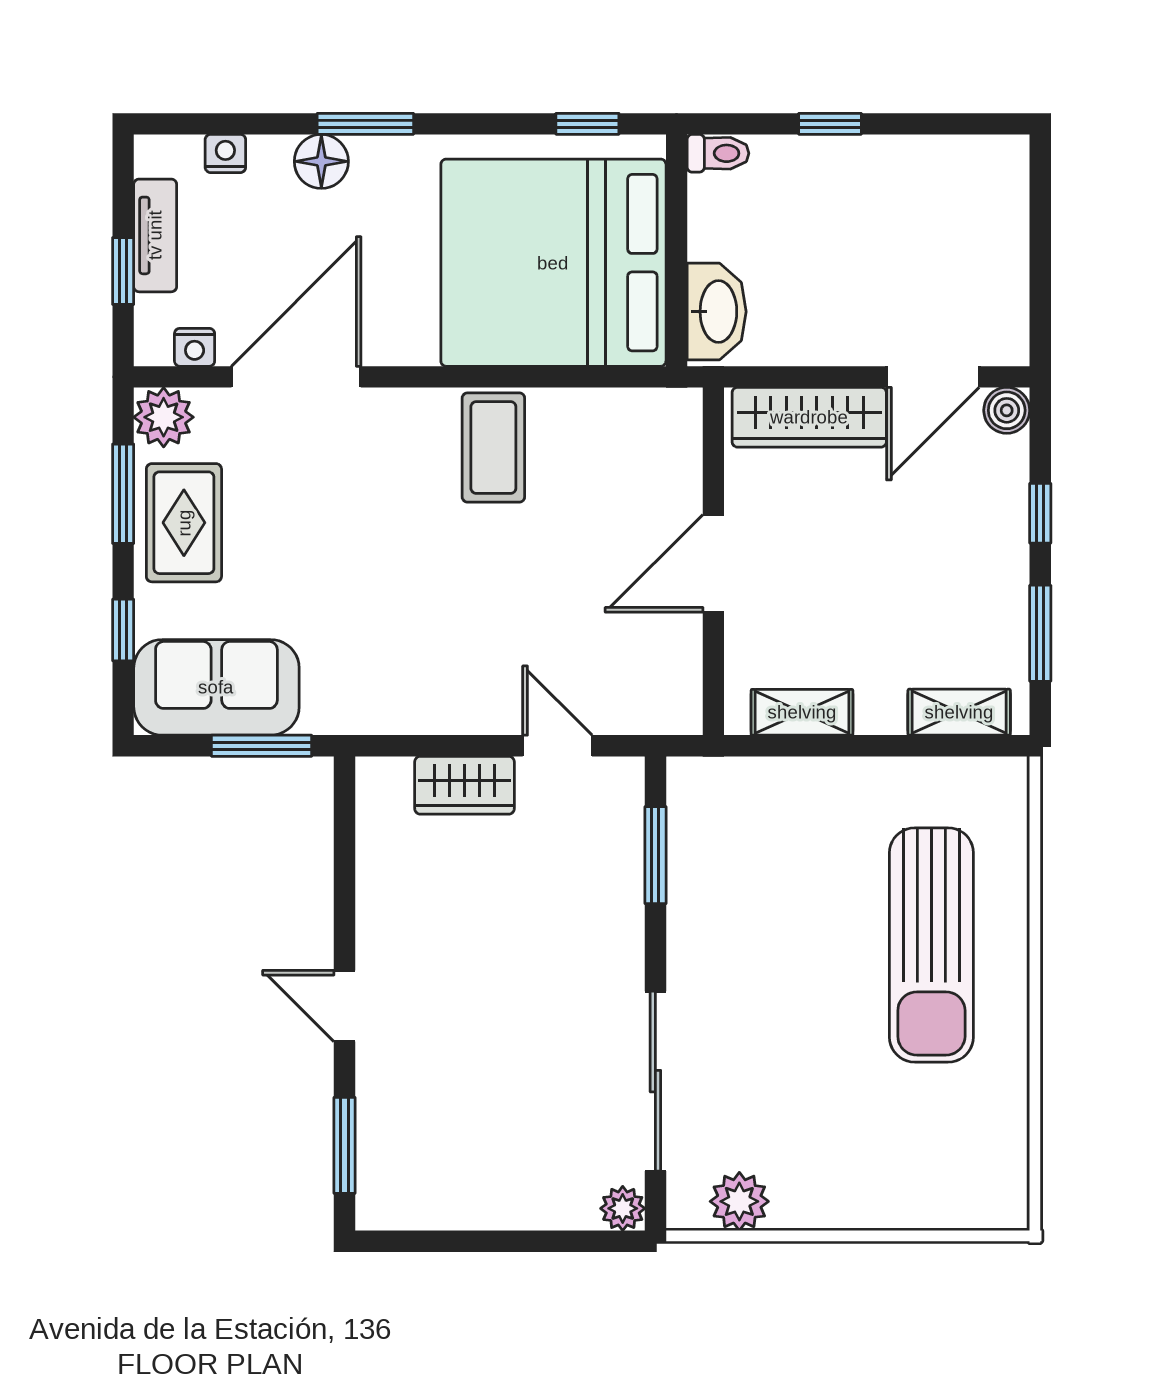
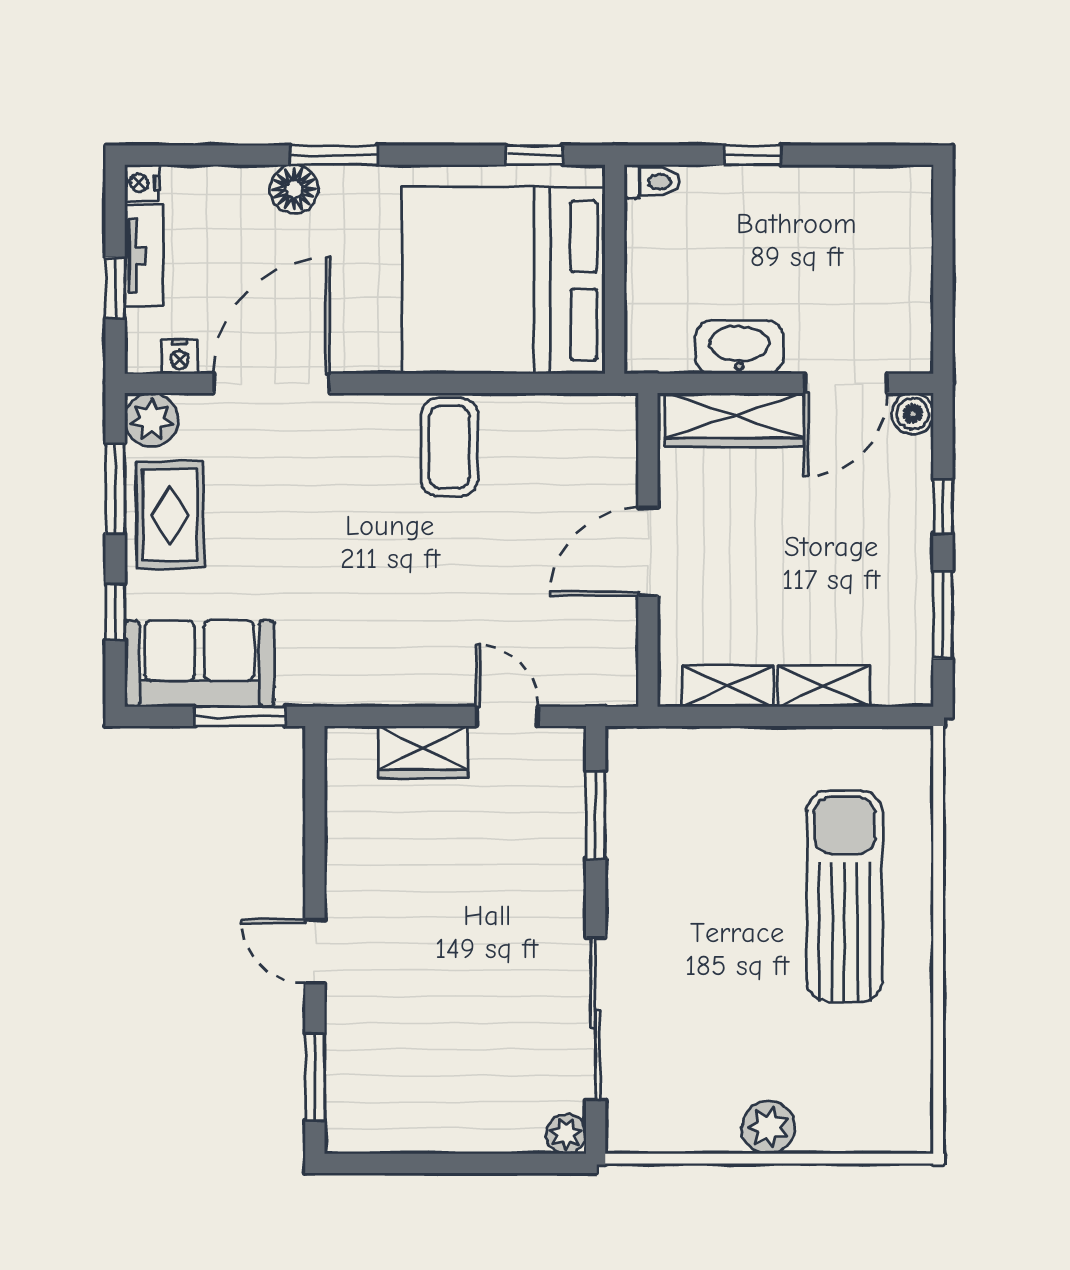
nightstand: (225, 153) -> (142, 183), moved, turned -90
washbasin: (717, 312) -> (739, 347), moved, turned -90
shelving: (959, 712) -> (824, 686), moved
sun lounger: (931, 945) -> (845, 896), turned 180
plant: (739, 1201) -> (768, 1128), moved

